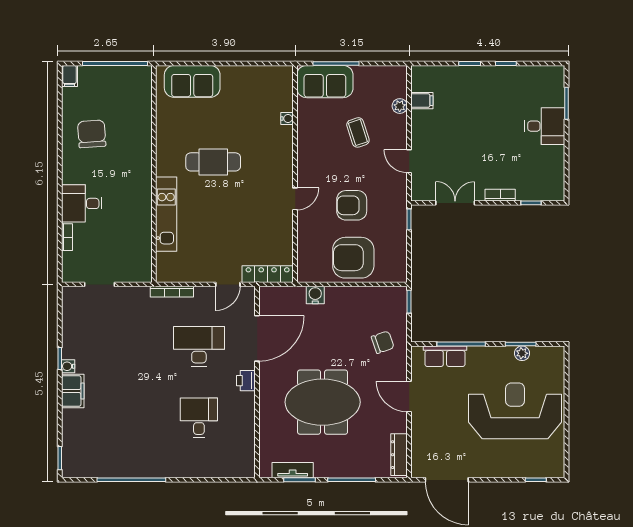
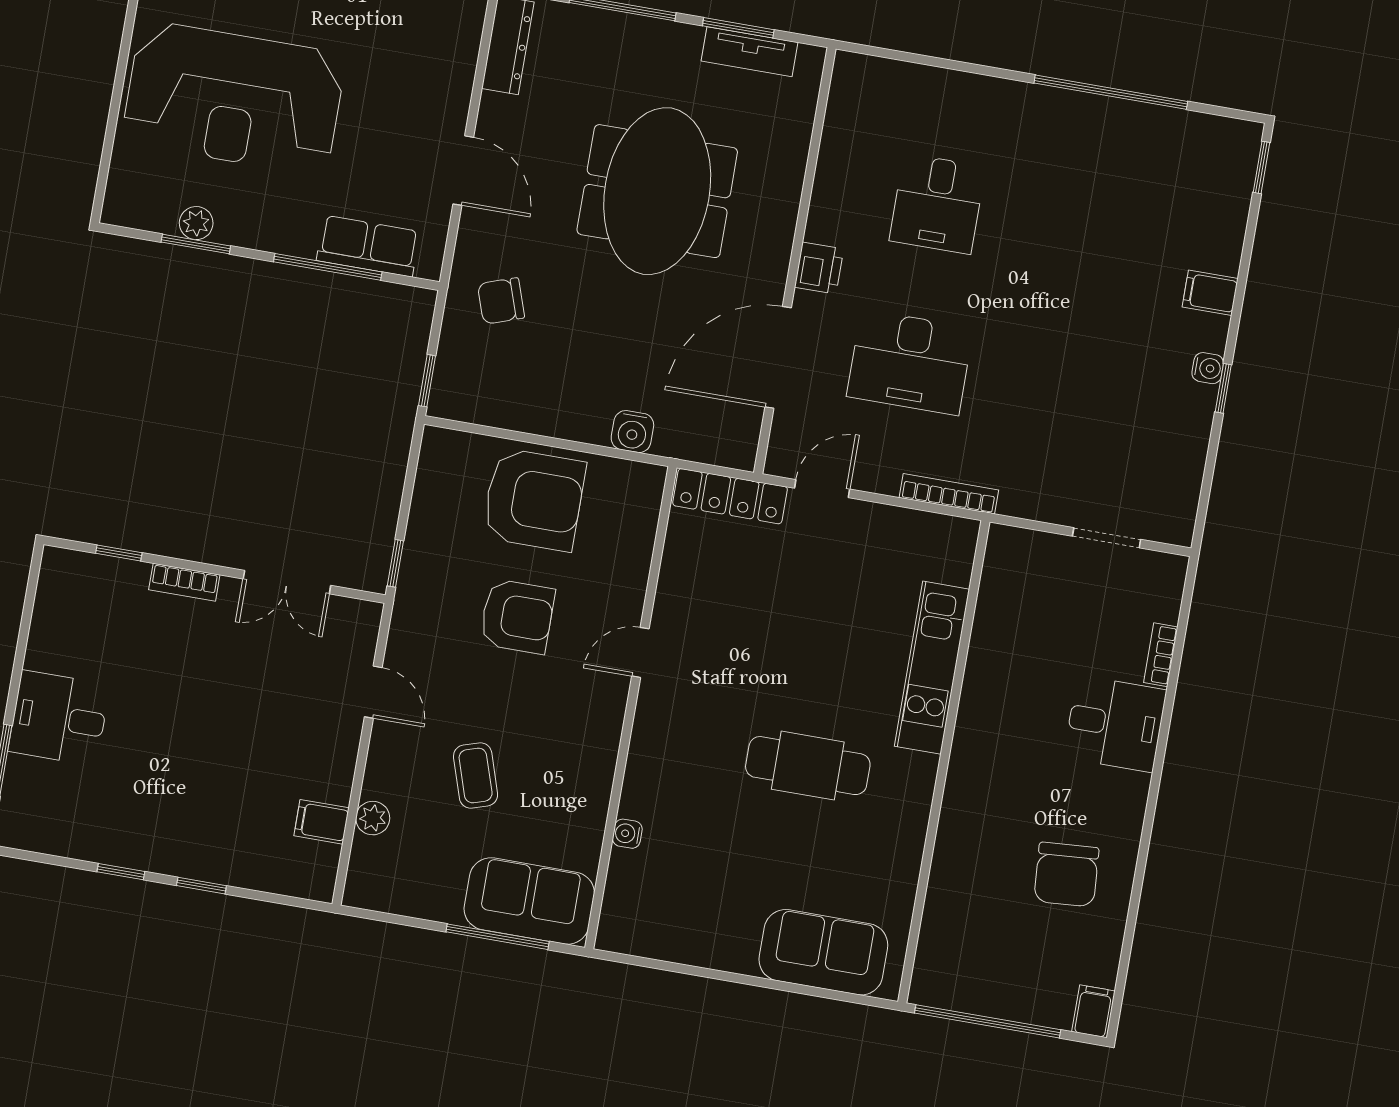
filing cabinet: (73, 391) -> (1210, 293), width x0.50
meeting table: (323, 402) -> (657, 191), turned 90

